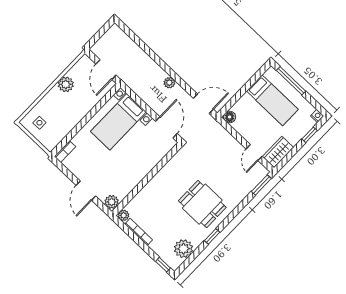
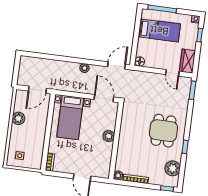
door: (106, 70) -> (37, 90), hinge flipped
plant: (112, 202) -> (109, 136), moved
dining table: (202, 204) -> (164, 131), turned 90

